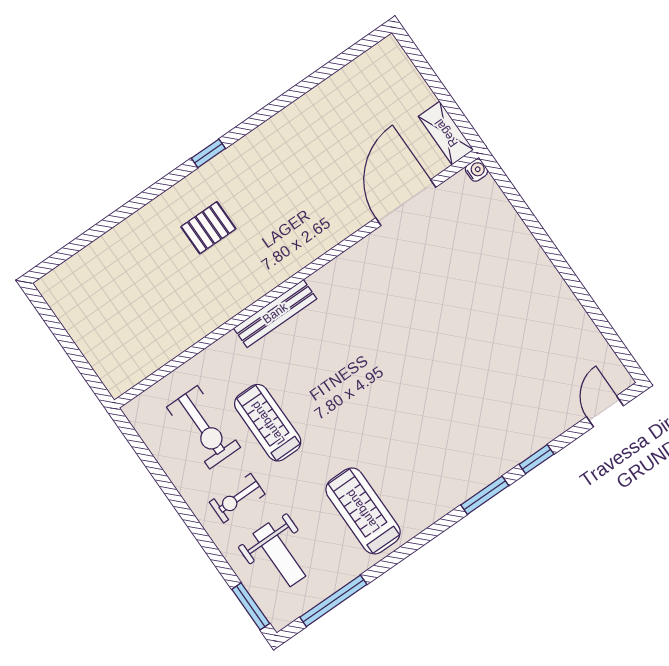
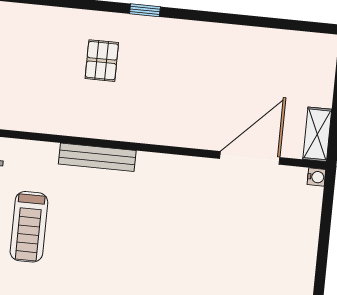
pallet: (208, 228) -> (102, 61), turned 90
treadmill: (268, 423) -> (29, 227), turned 180

